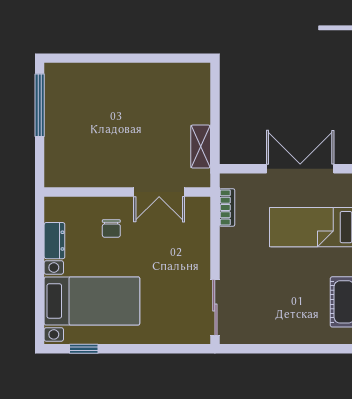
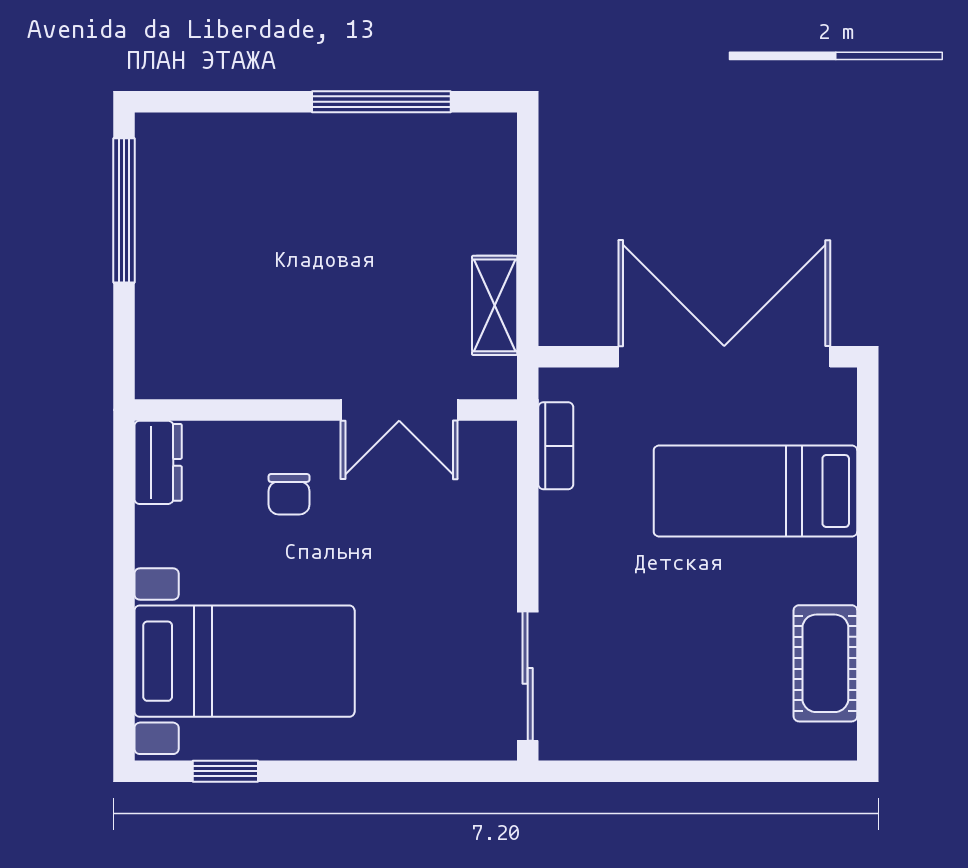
window: (151, 58) -> (381, 102), added
double door: (300, 169) -> (724, 357), width x1.36
dresser: (54, 241) -> (158, 462), moved

